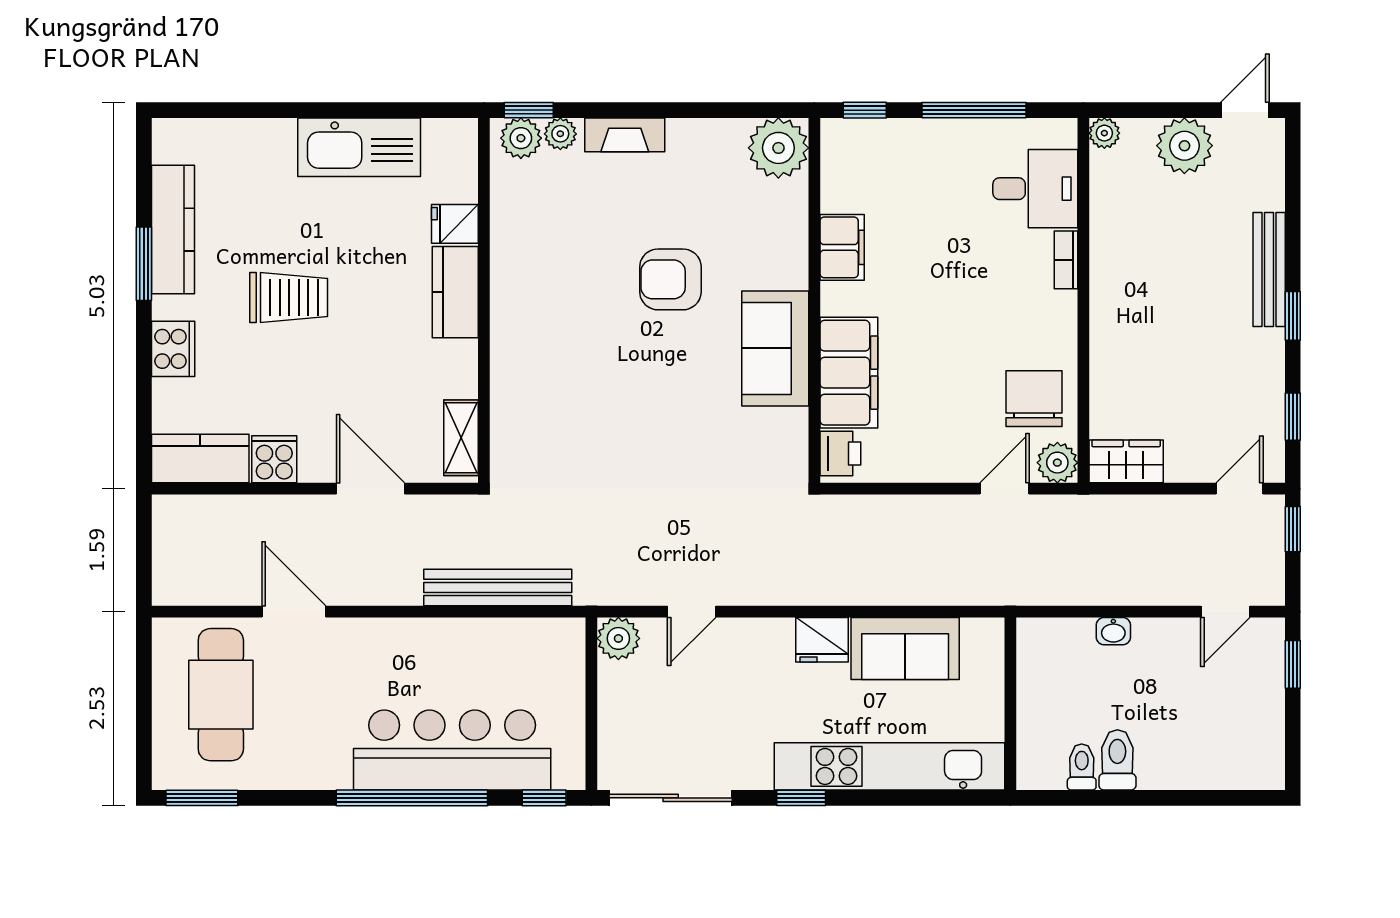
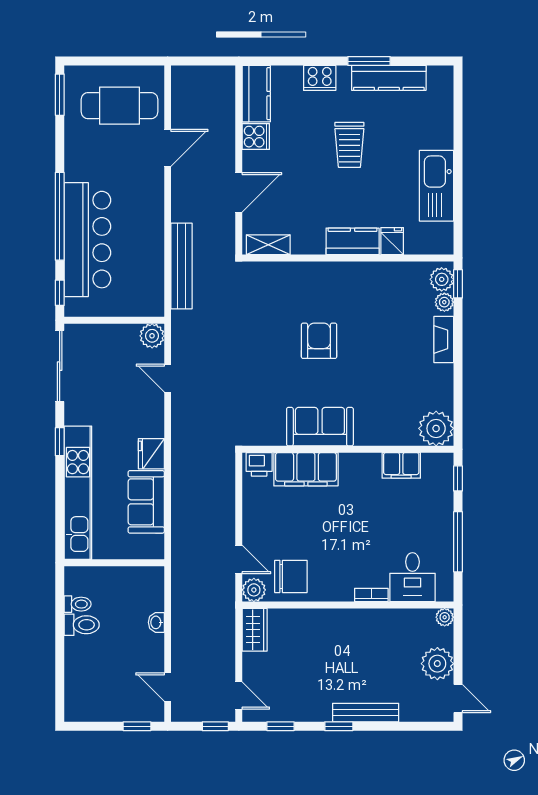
filing cabinet: (842, 247) -> (401, 465), moved
armchair: (670, 279) -> (319, 341), moved

